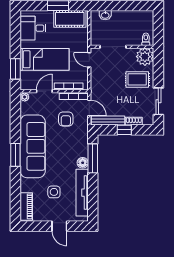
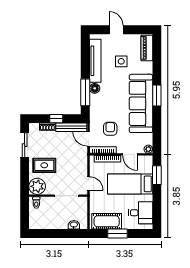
door: (44, 91) -> (130, 154), hinge flipped

